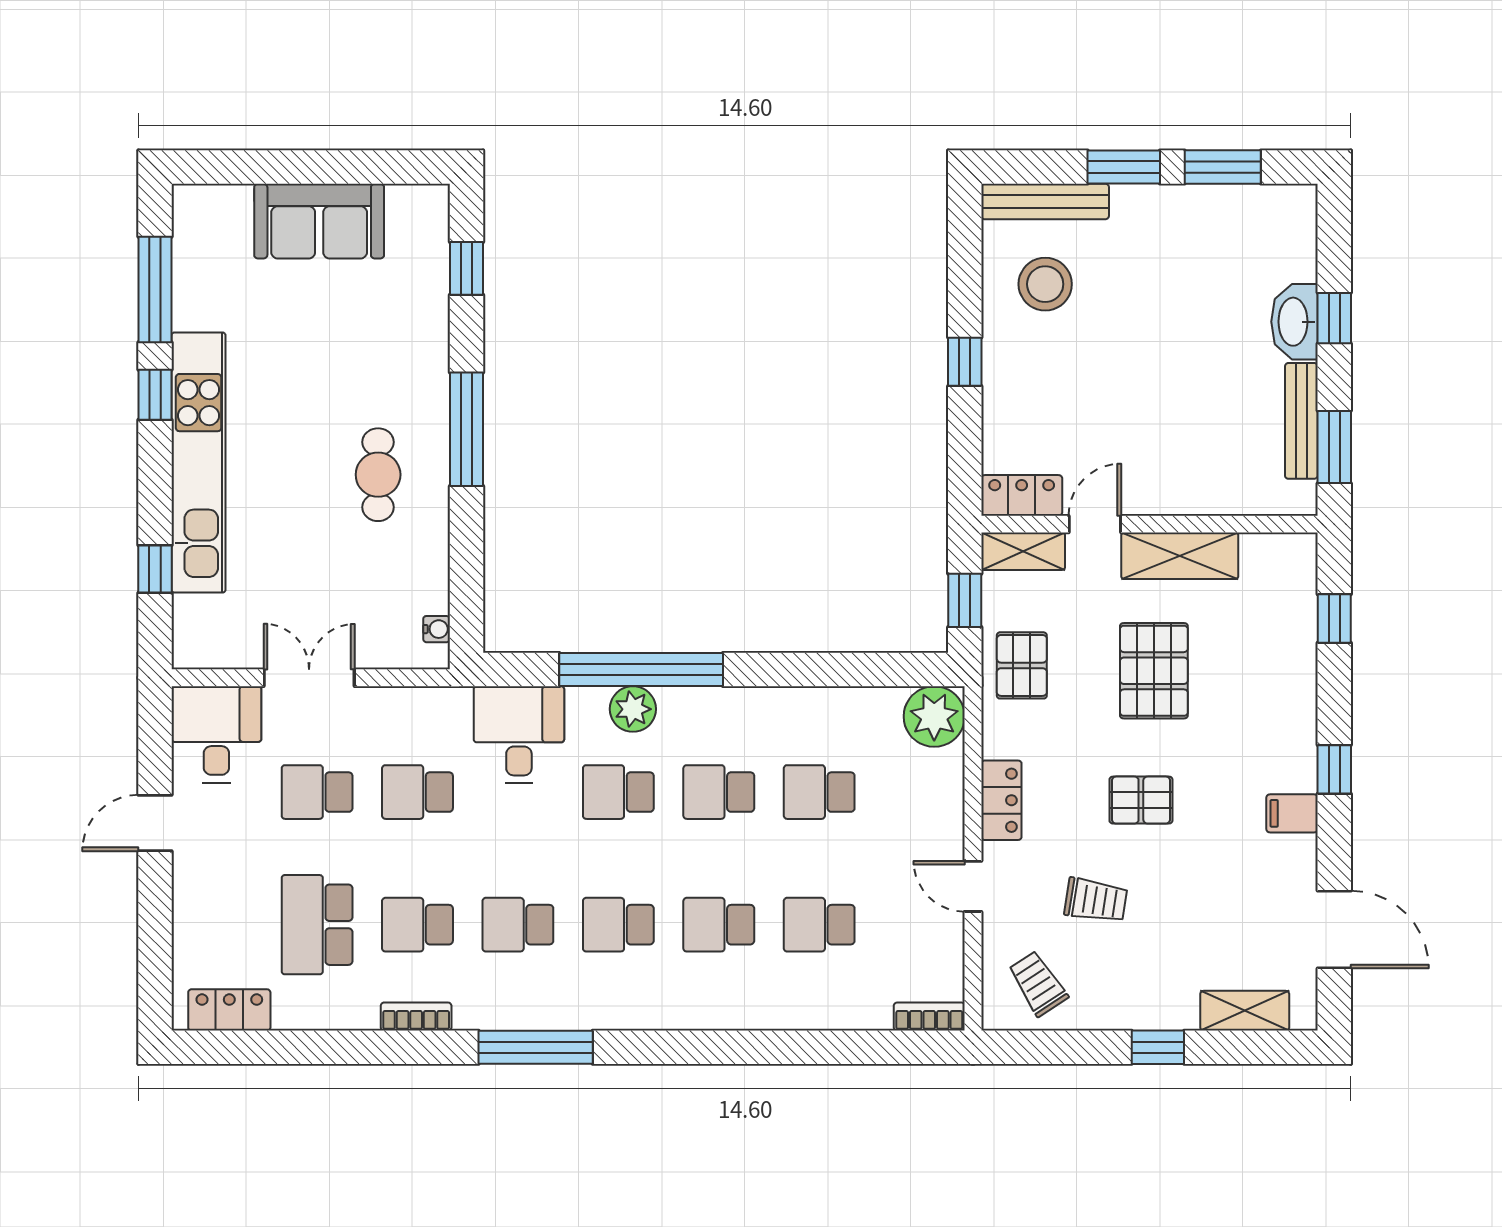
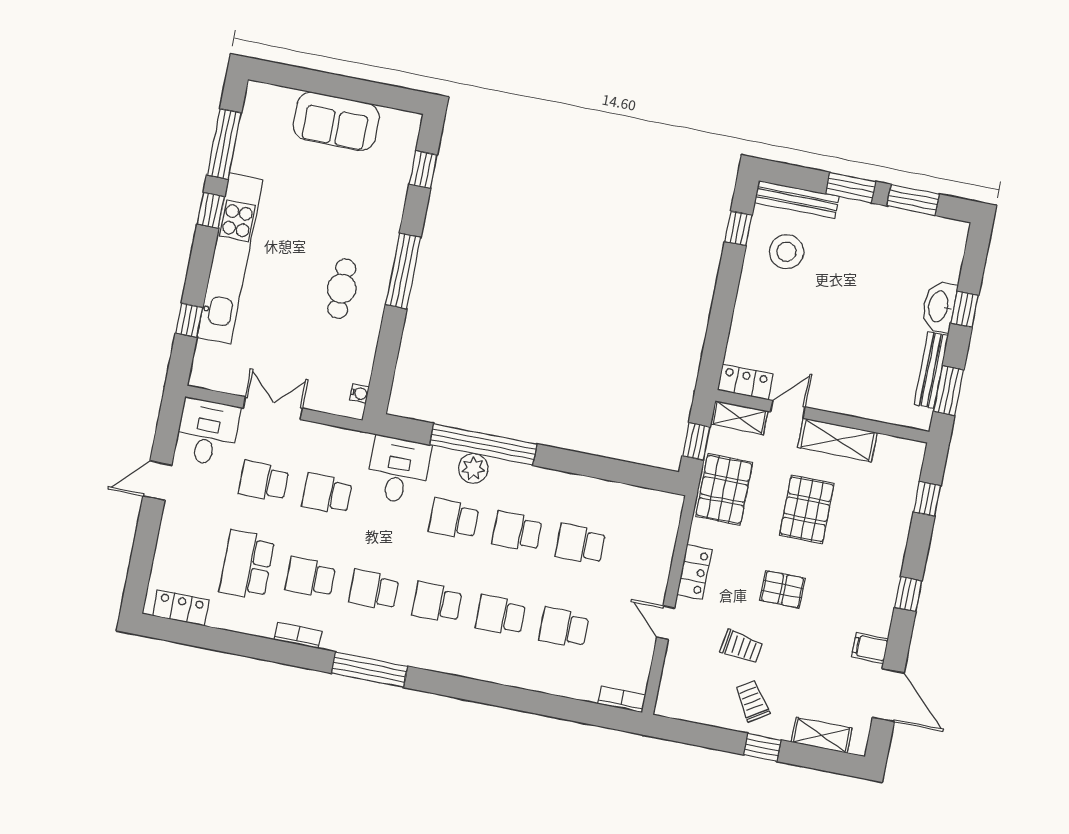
window: (965, 362) -> (738, 228), moved
pallet: (1022, 665) -> (724, 489), width x1.50, depth x1.42
plant: (934, 716) -> (662, 511), removed
filing cabinet: (1292, 813) -> (870, 648), moved
trolley: (1038, 984) -> (752, 701), moved

